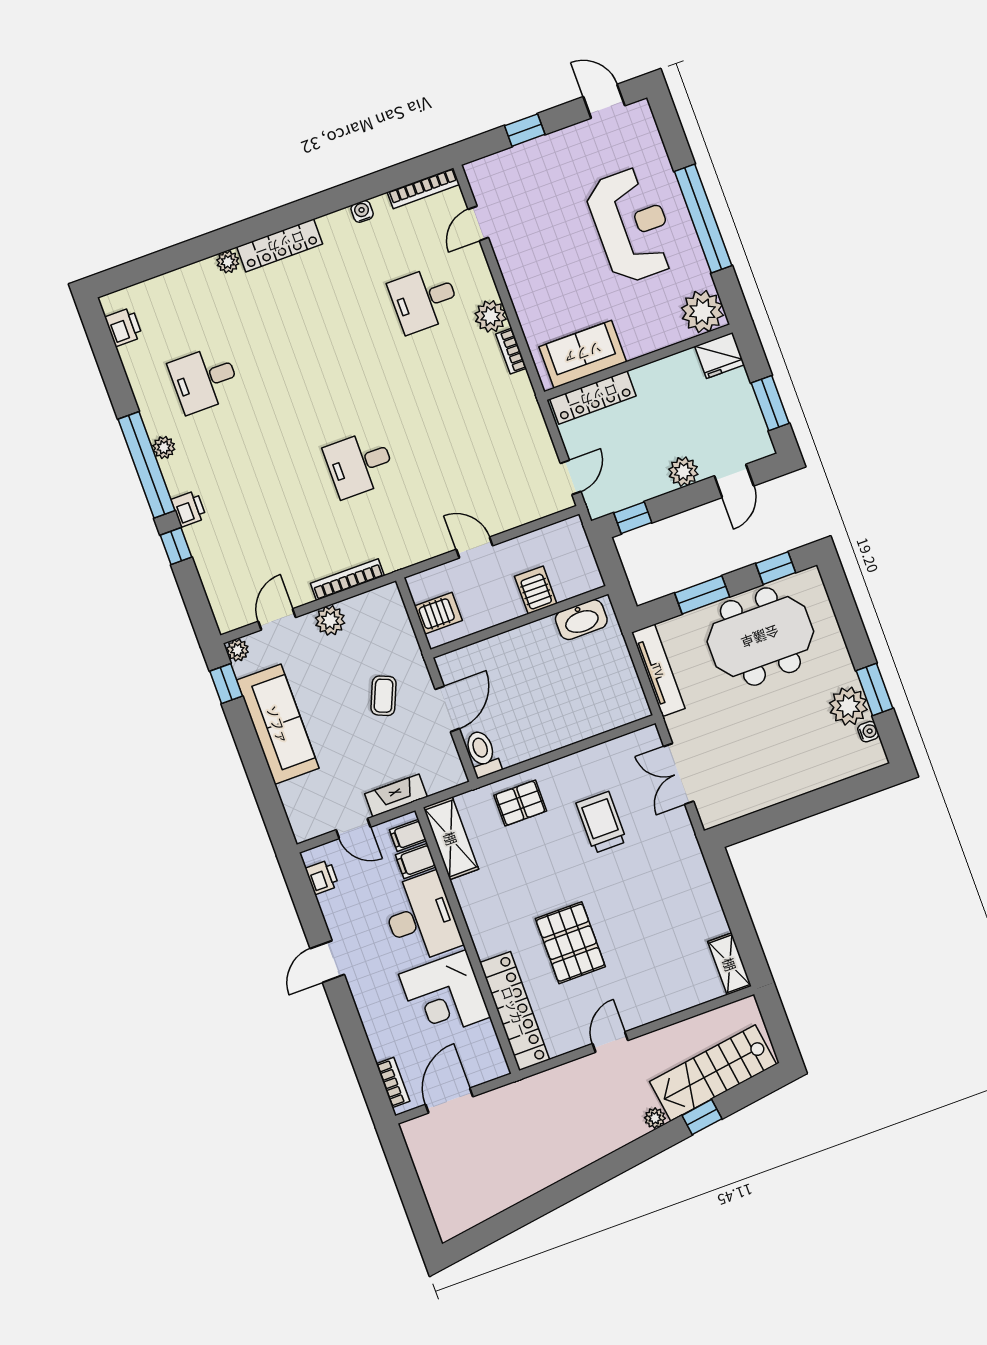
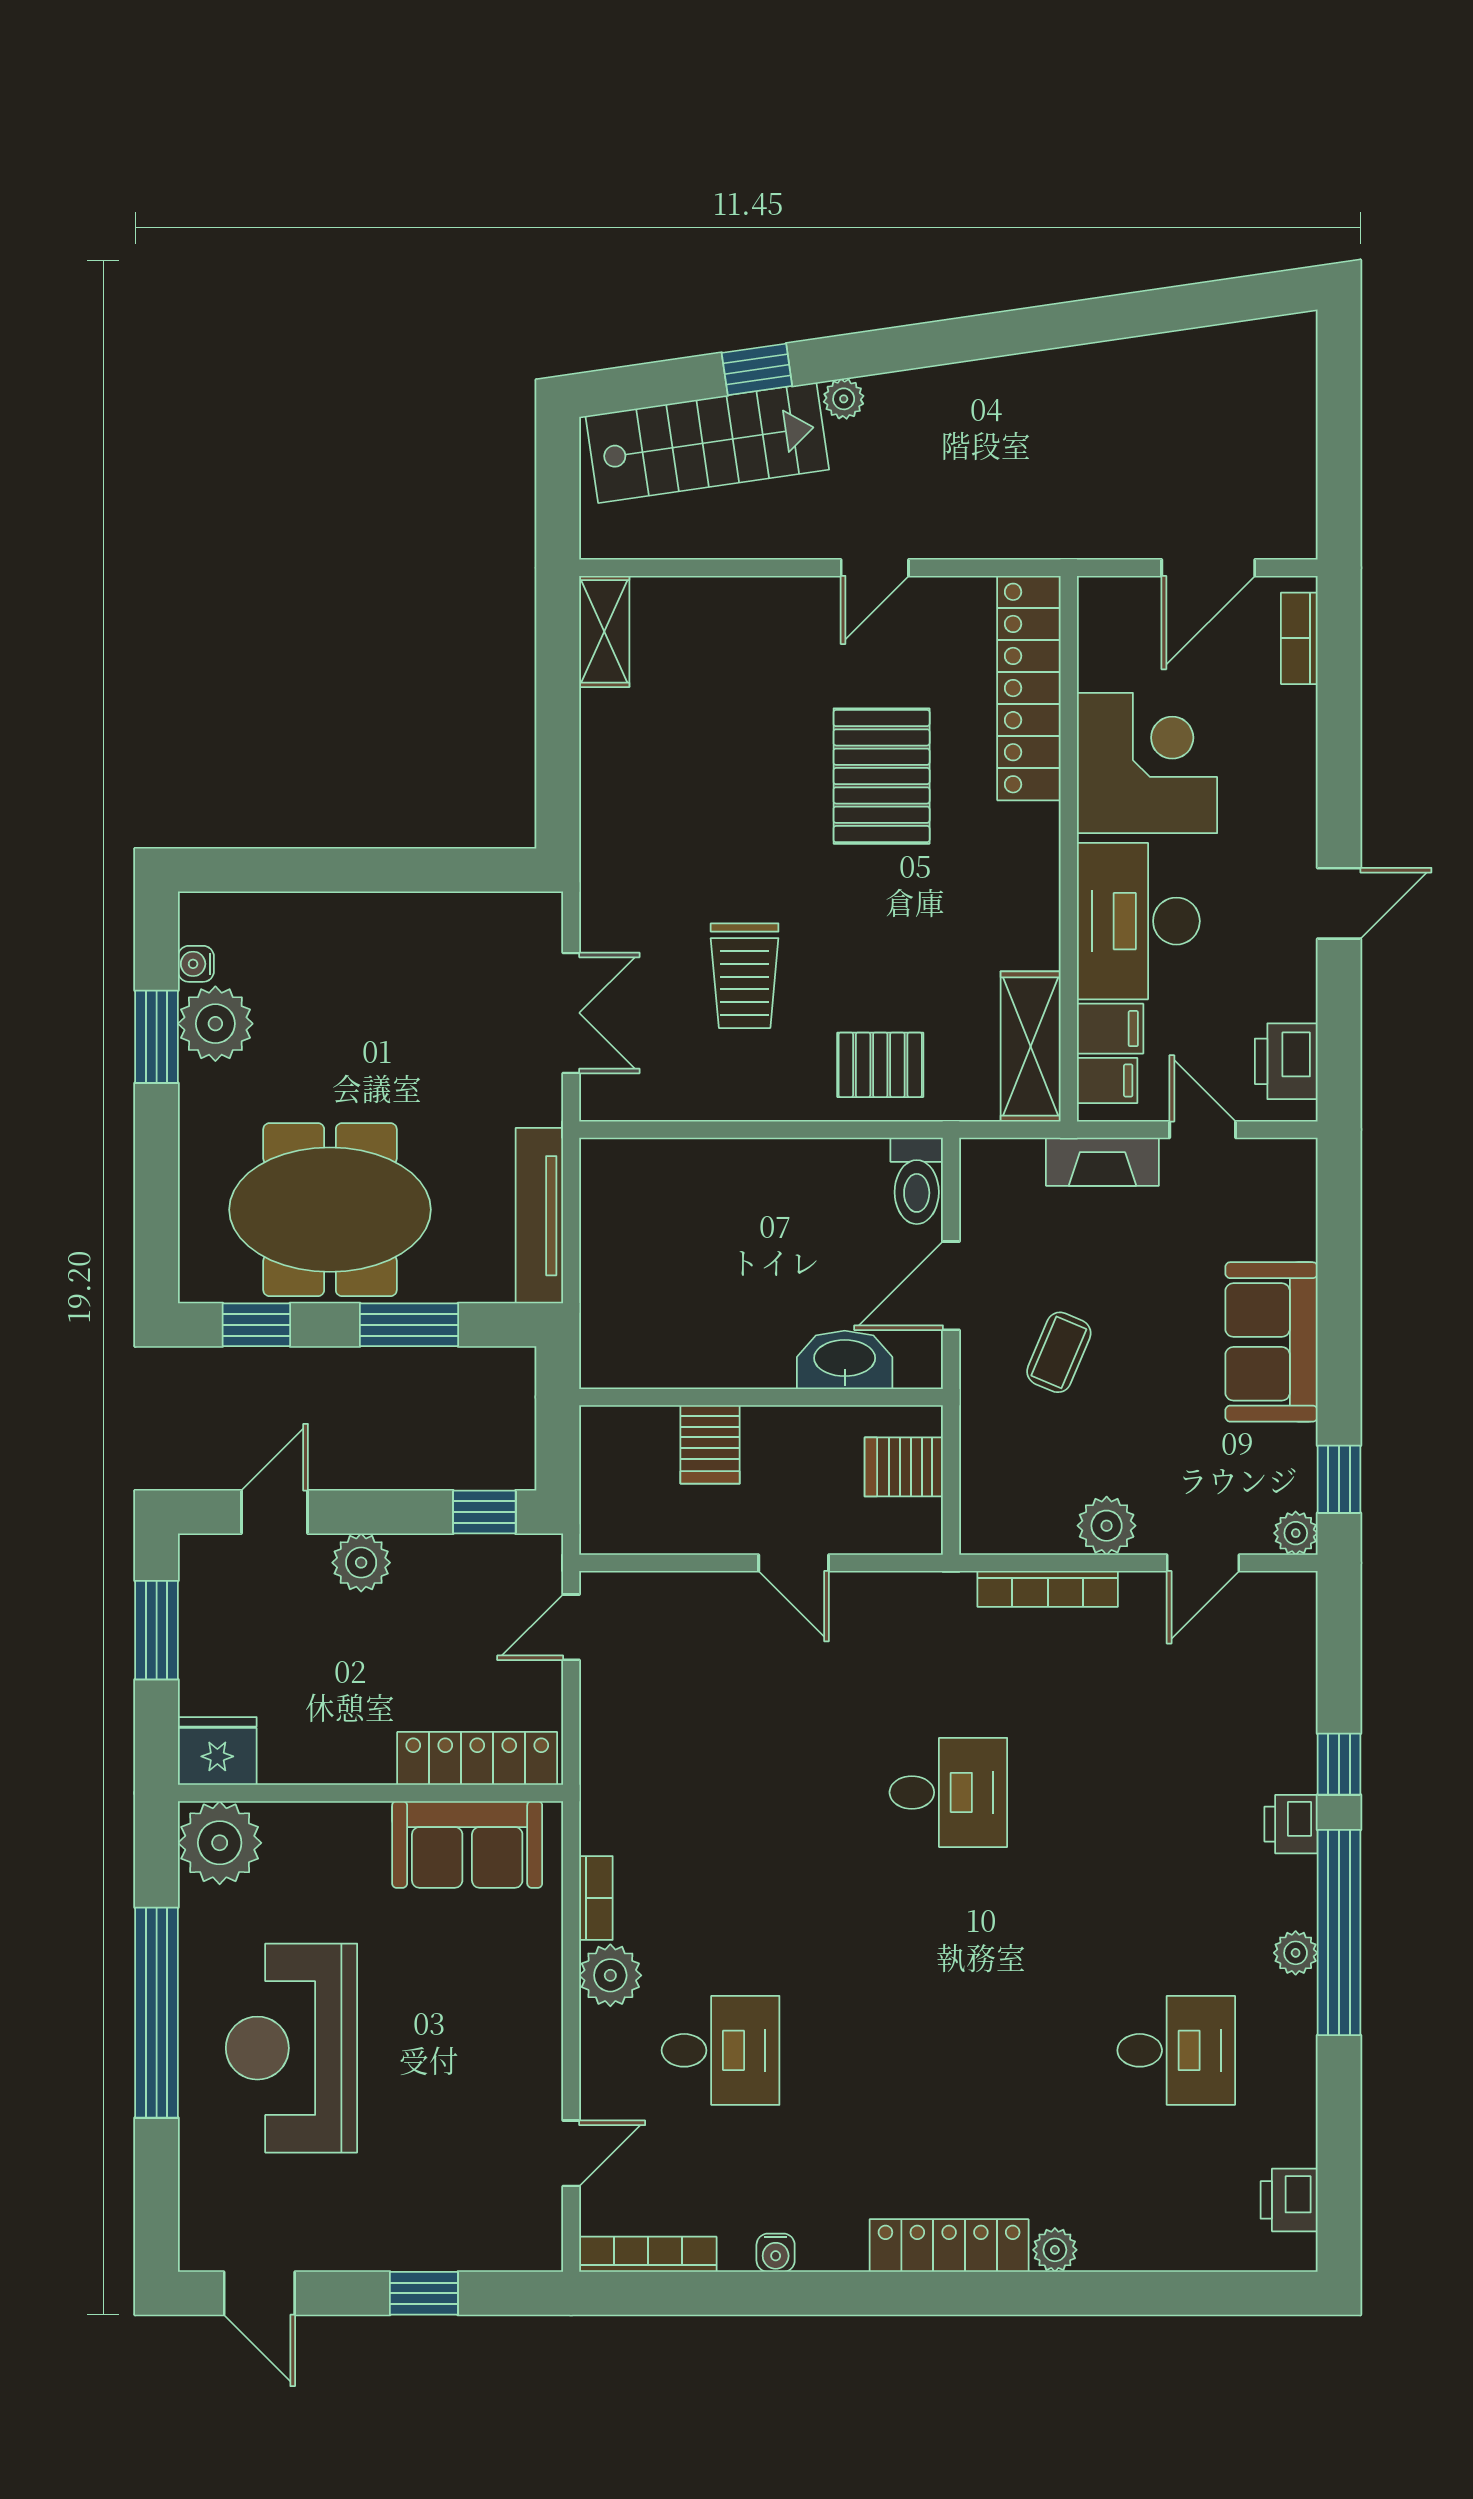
washbasin: (581, 620) -> (845, 1360), moved
sofa: (278, 724) -> (1271, 1342), width x0.73
printer: (322, 877) -> (1286, 1061), width x1.36, depth x1.24

